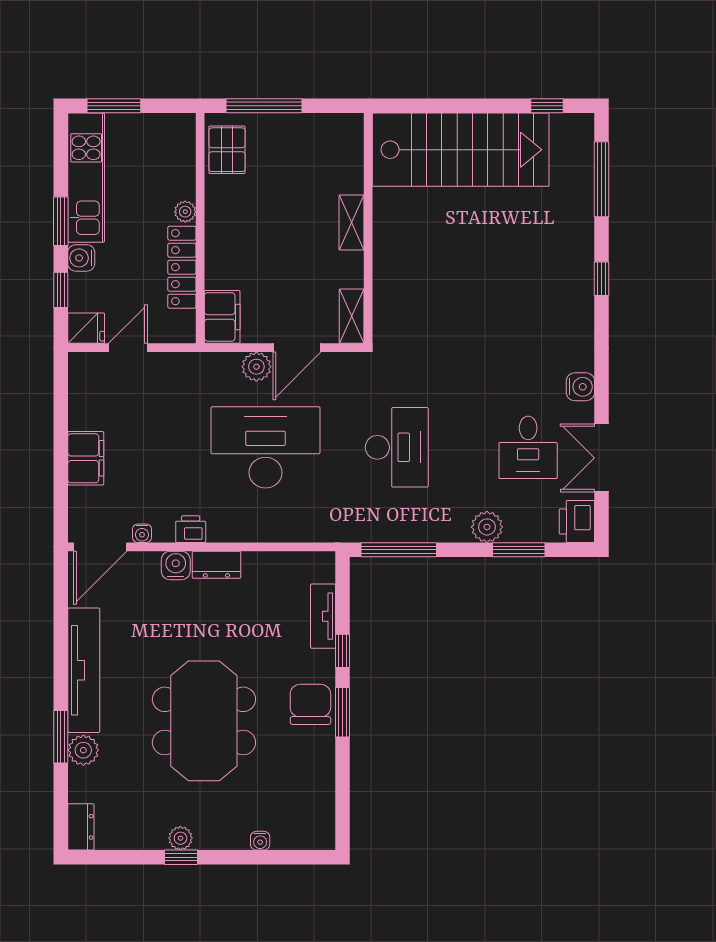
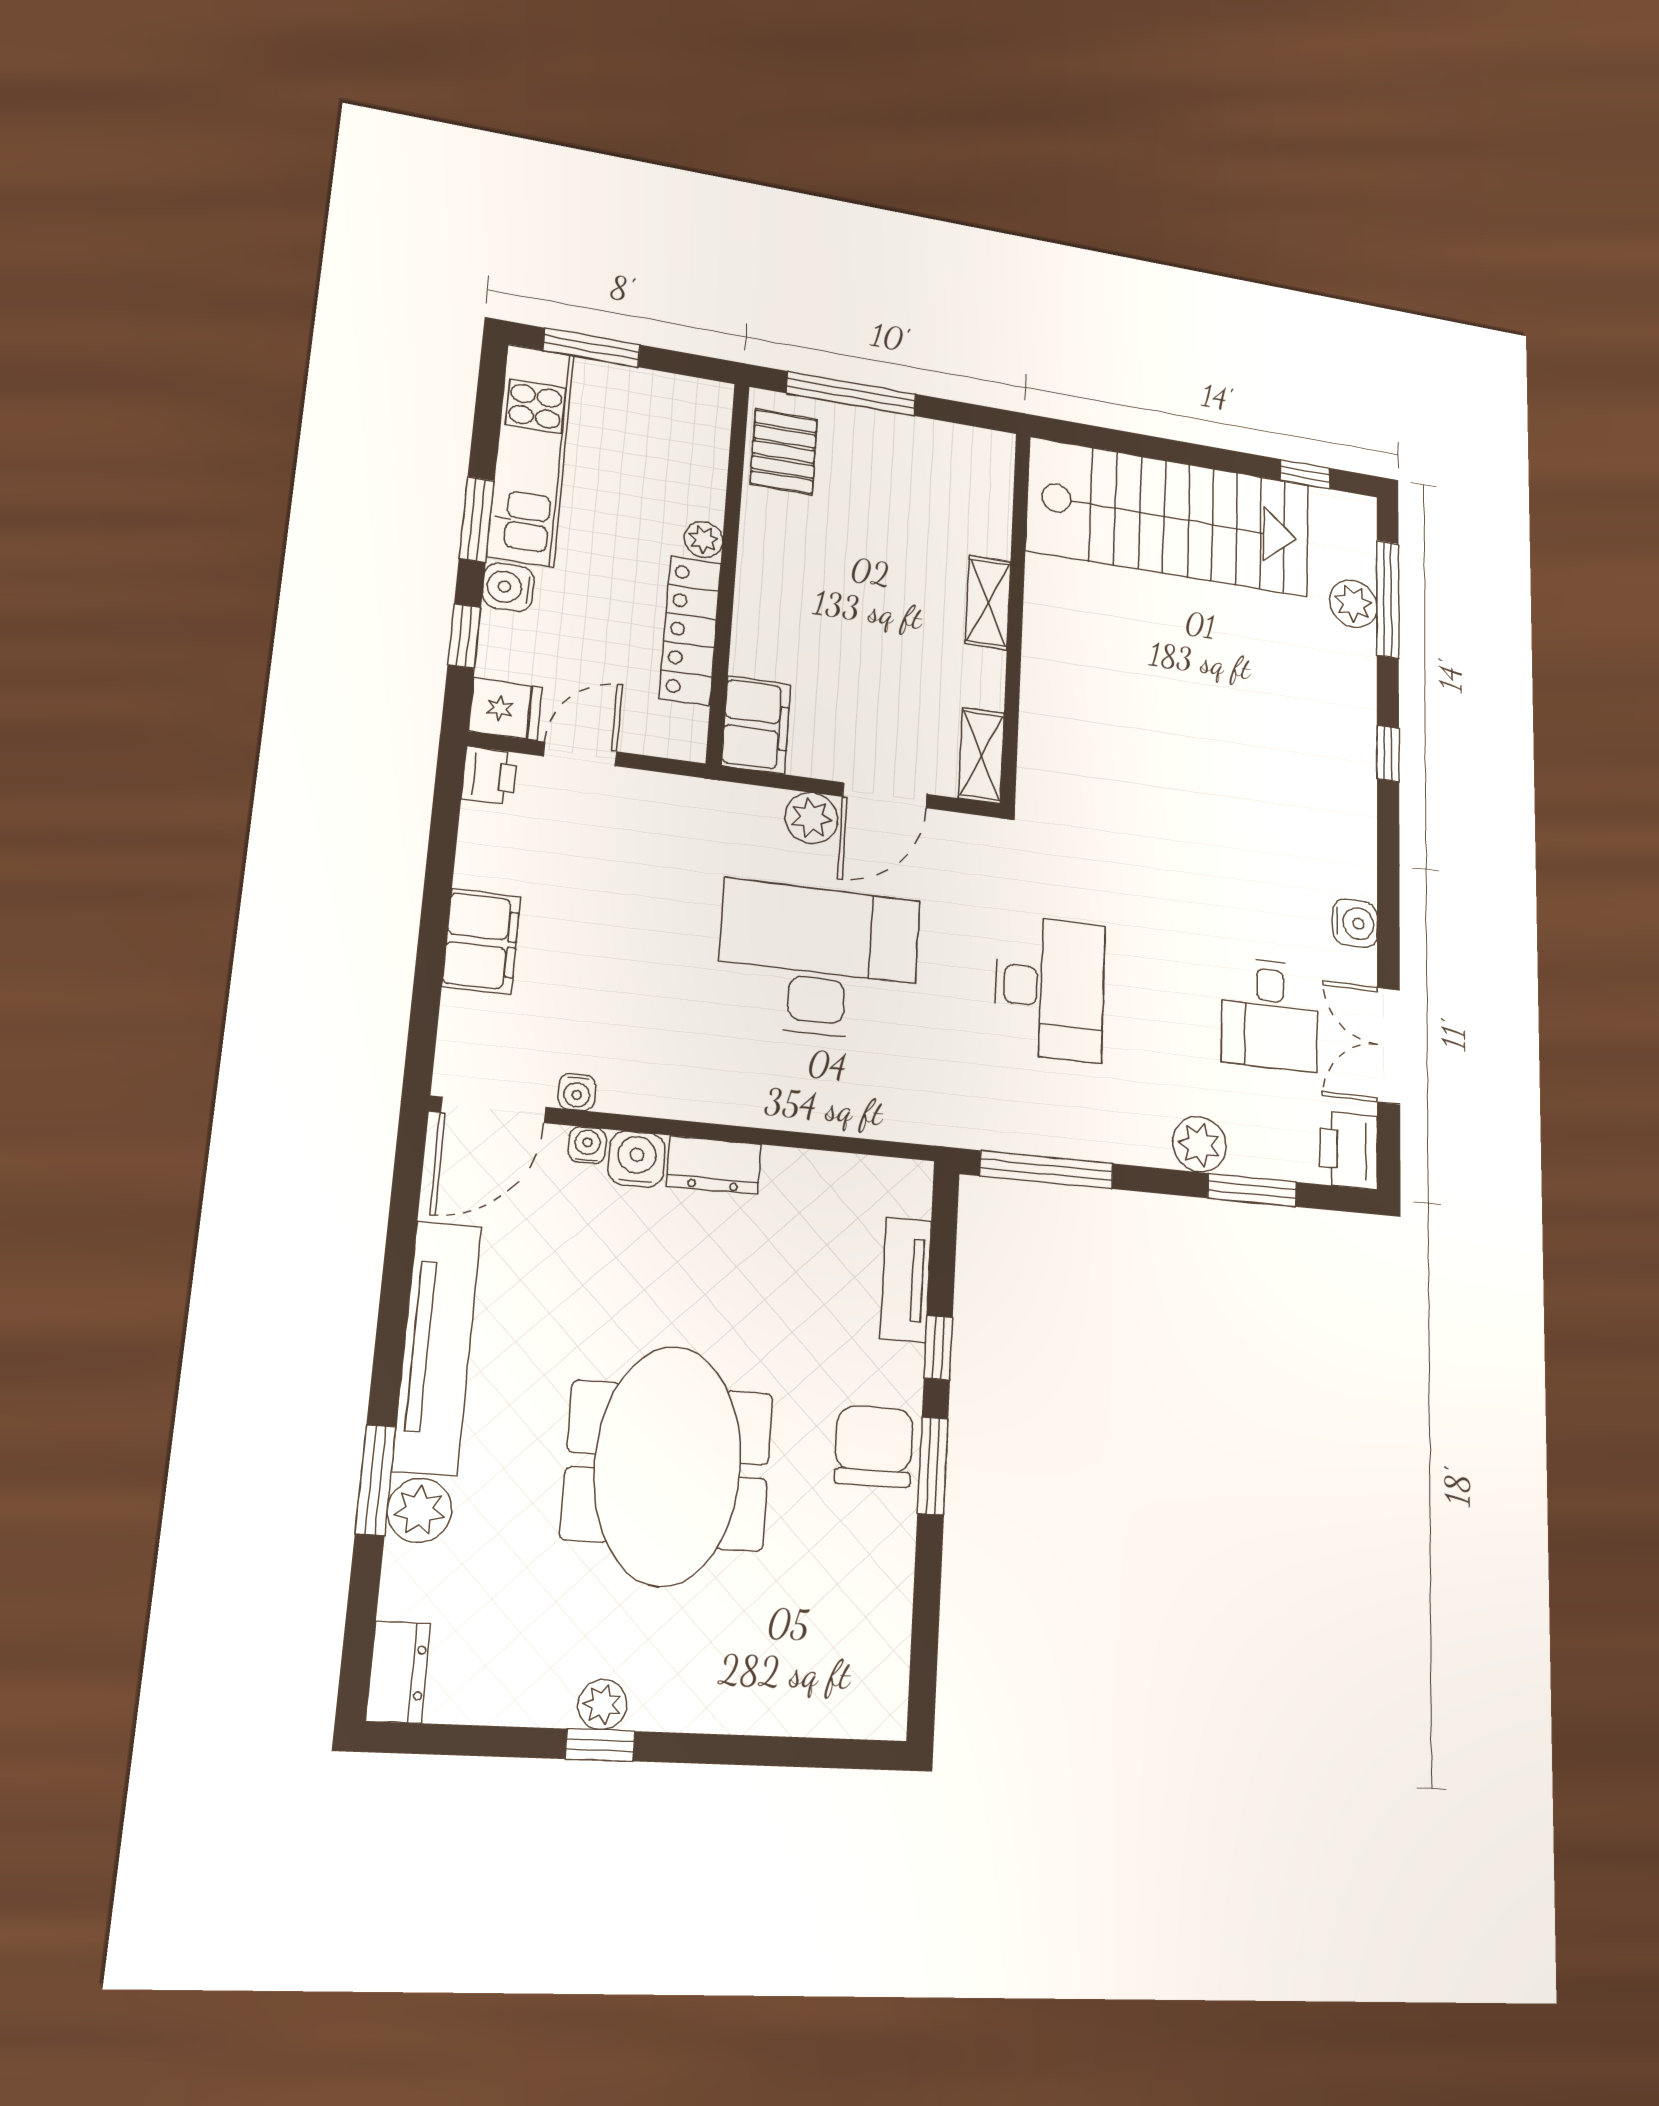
plant: (579, 186) -> (1353, 604), added
printer: (191, 529) -> (490, 776), moved, turned 90
water cooler: (260, 841) -> (587, 1145), moved, turned 180

